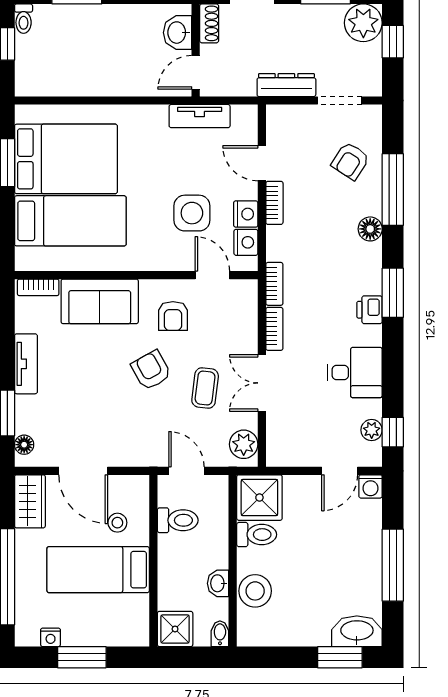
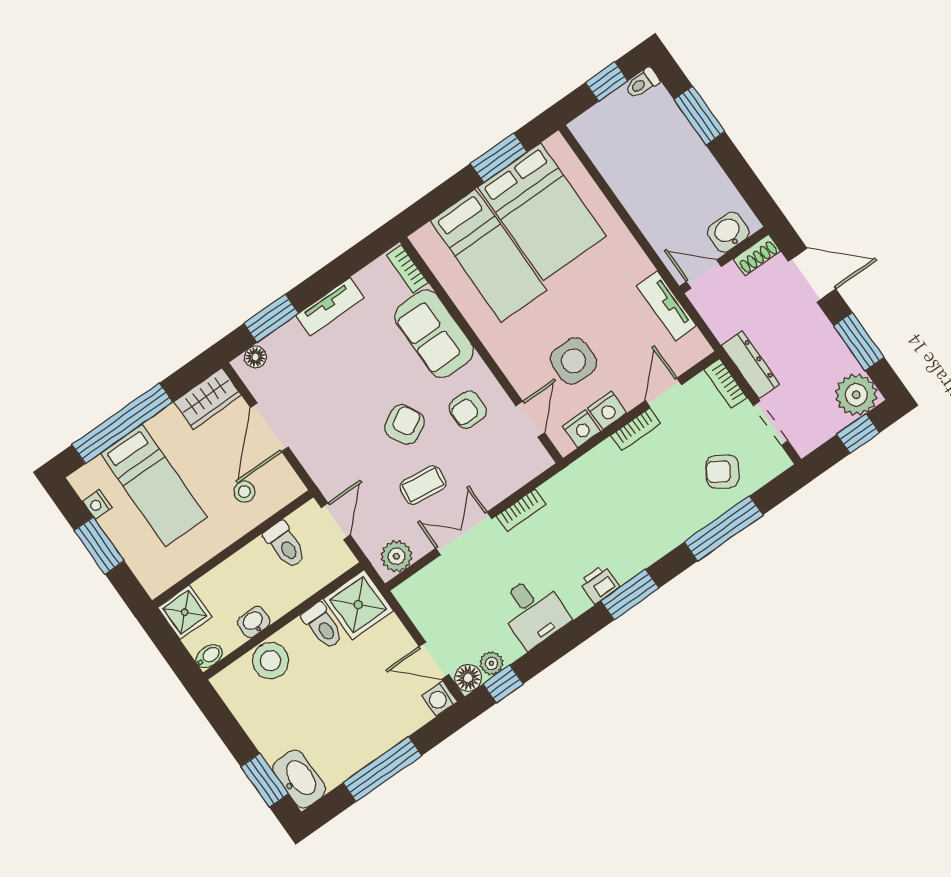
floor lamp: (370, 229) -> (468, 678), moved
bookcase: (274, 284) -> (725, 383), moved, turned 90
bed: (98, 570) -> (154, 485), moved, turned 180

